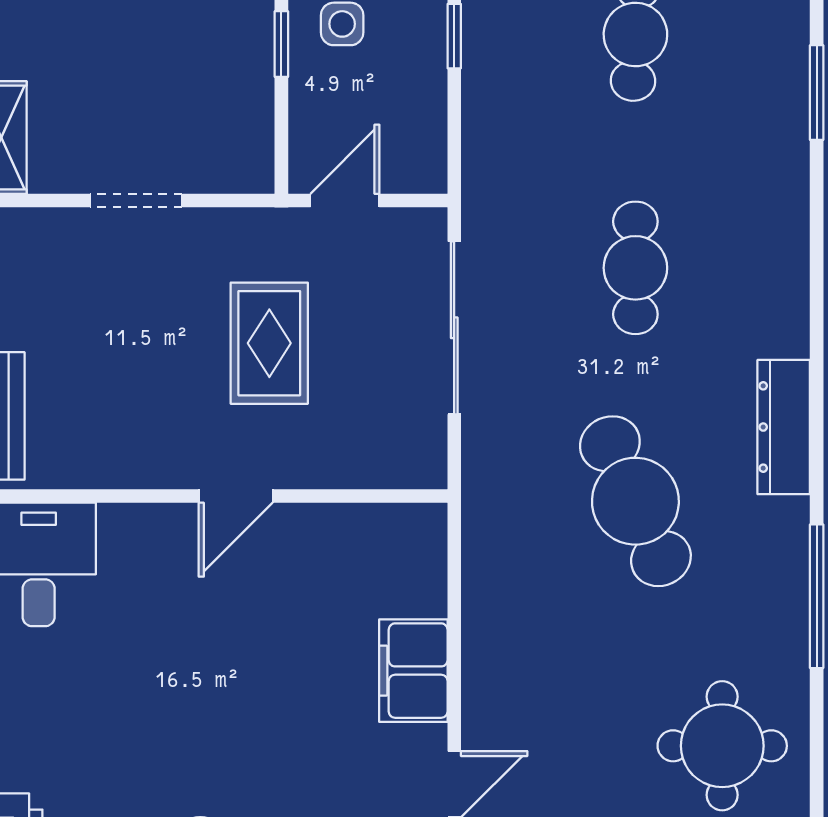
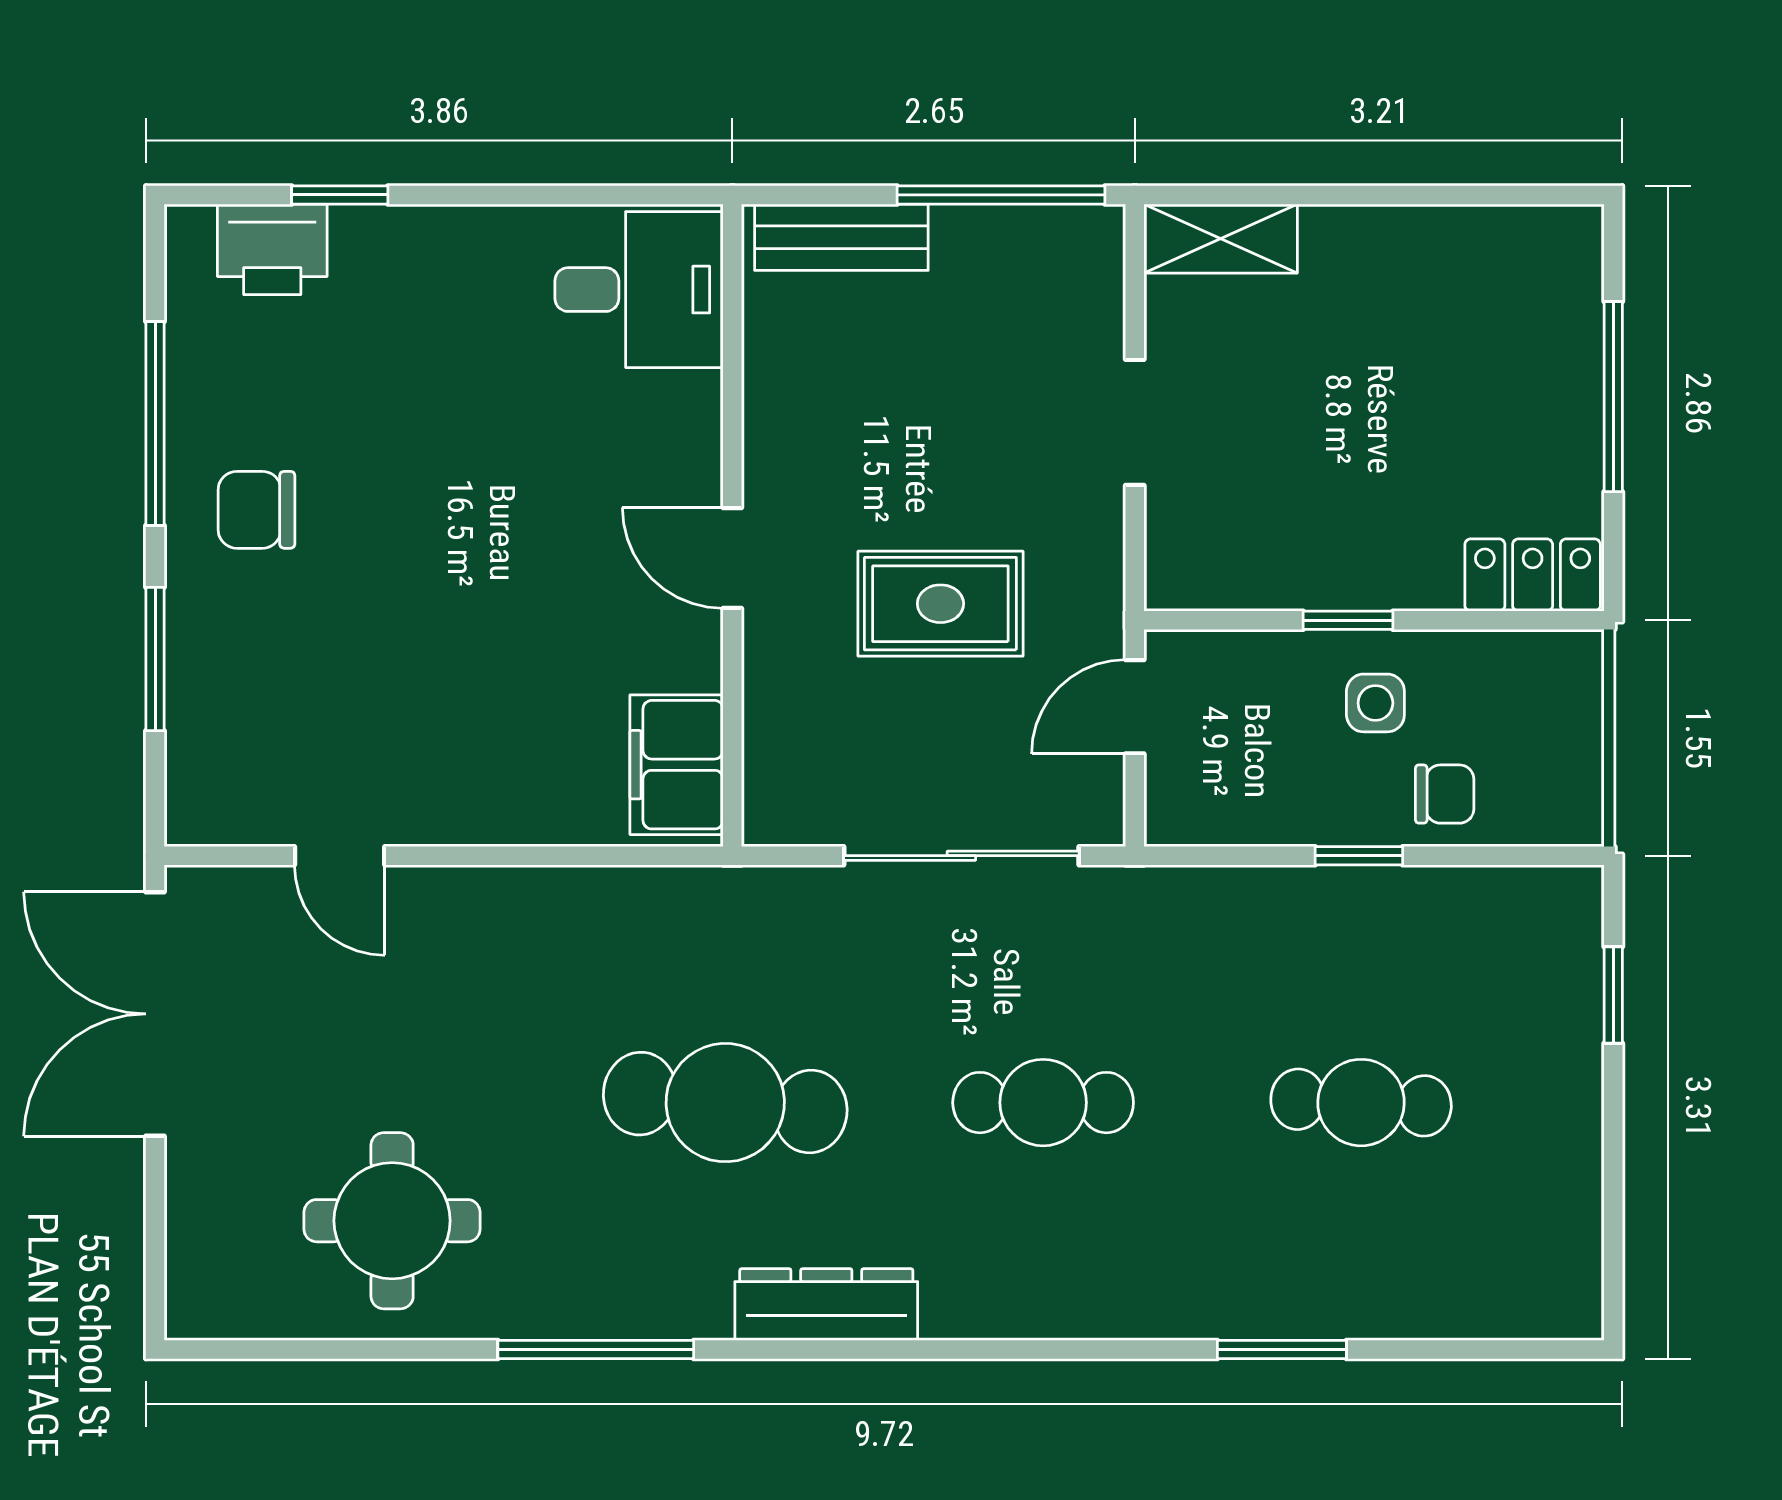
door: (345, 201) -> (1135, 707), swing flipped
cafe table: (635, 501) -> (725, 1103), turned 30
filing cabinet: (413, 671) -> (677, 765), moved, turned -90

